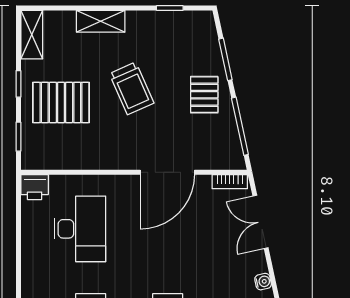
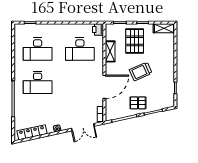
shelving: (101, 21) -> (110, 51), moved
door: (167, 172) -> (104, 87), swing flipped
double door: (260, 222) -> (83, 127), swing flipped

